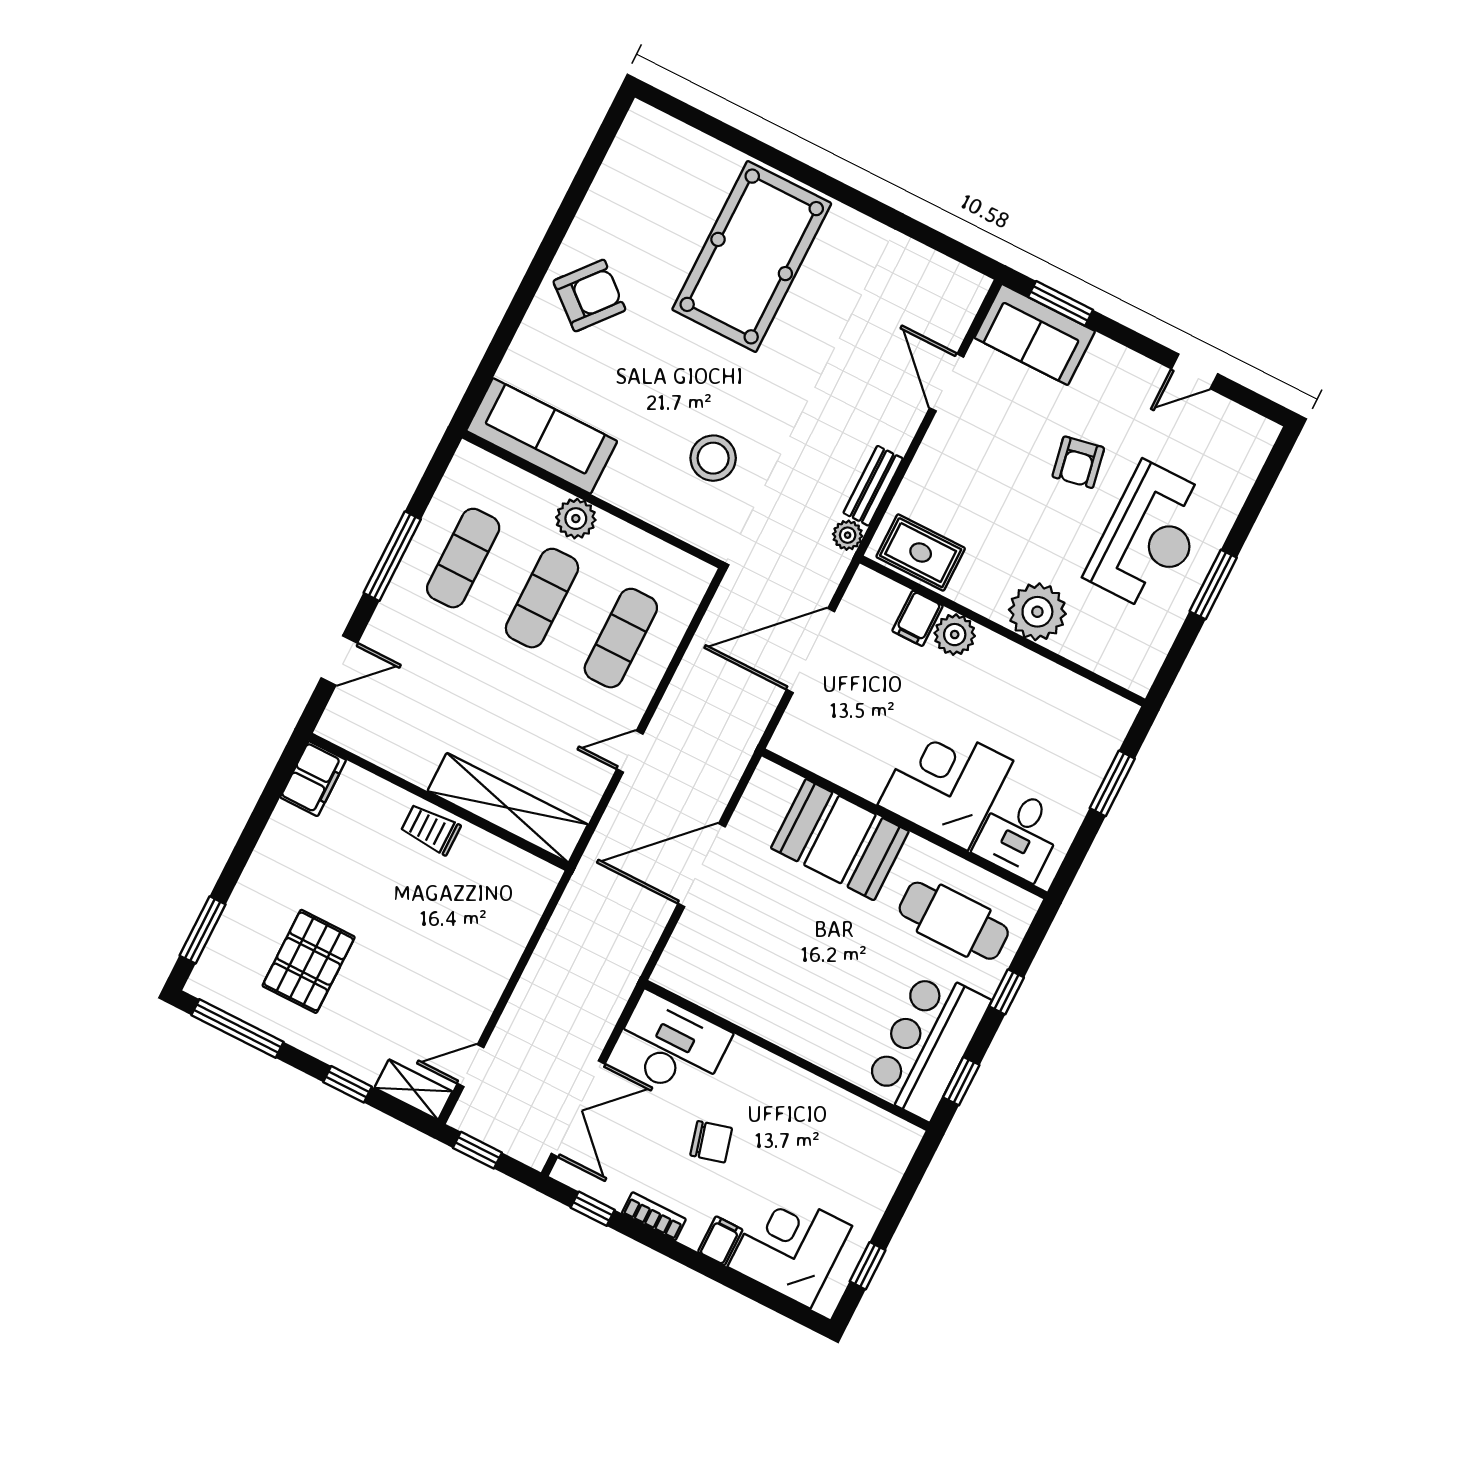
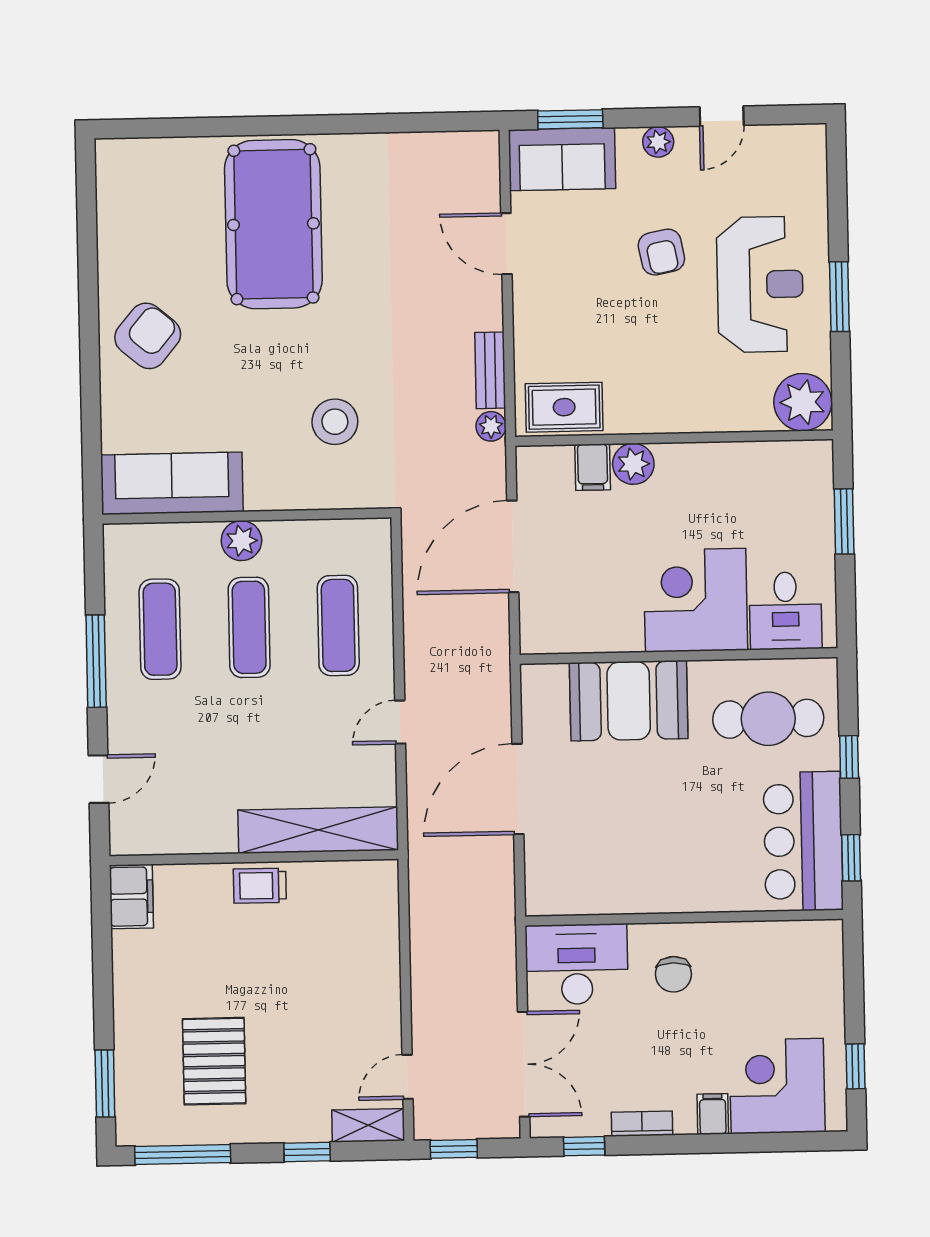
plant: (1127, 364) -> (658, 142), added
plant: (1037, 612) -> (803, 402), moved
chair: (711, 1142) -> (673, 974), moved, turned 105

